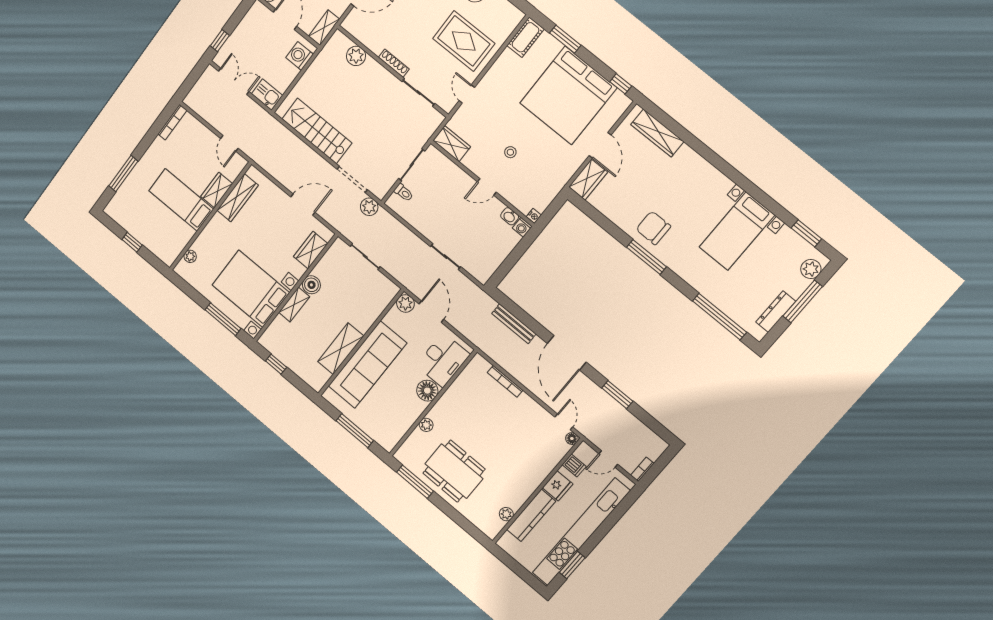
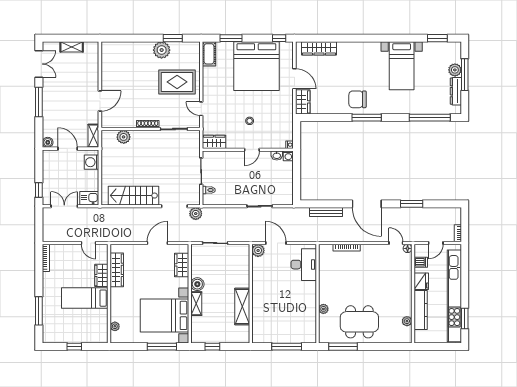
plant: (811, 269) -> (455, 70), moved
sofa: (367, 365) -> (264, 303), removed
floor lamp: (427, 391) -> (309, 289), removed

